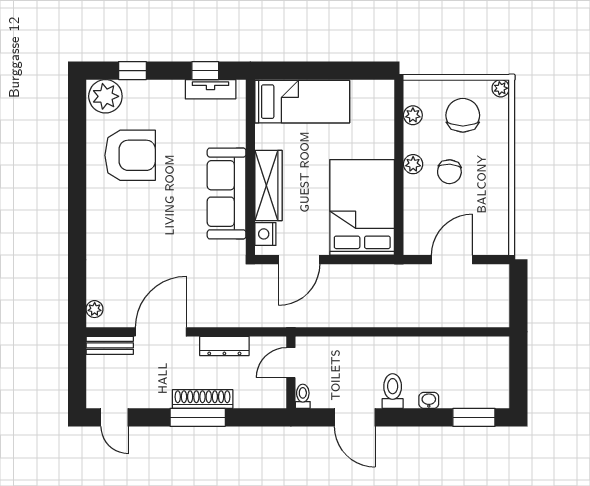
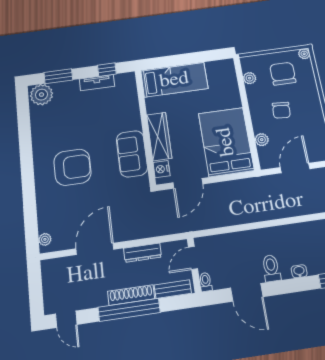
window: (132, 71) -> (58, 76), width x1.50
tv unit: (211, 89) -> (97, 83), moved
armchair: (130, 155) -> (73, 167), moved
plant: (413, 164) -> (262, 140), moved
sofa: (227, 193) -> (132, 154), width x0.73
bench: (110, 345) -> (173, 289), moved
window: (198, 417) -> (129, 310), width x1.46

